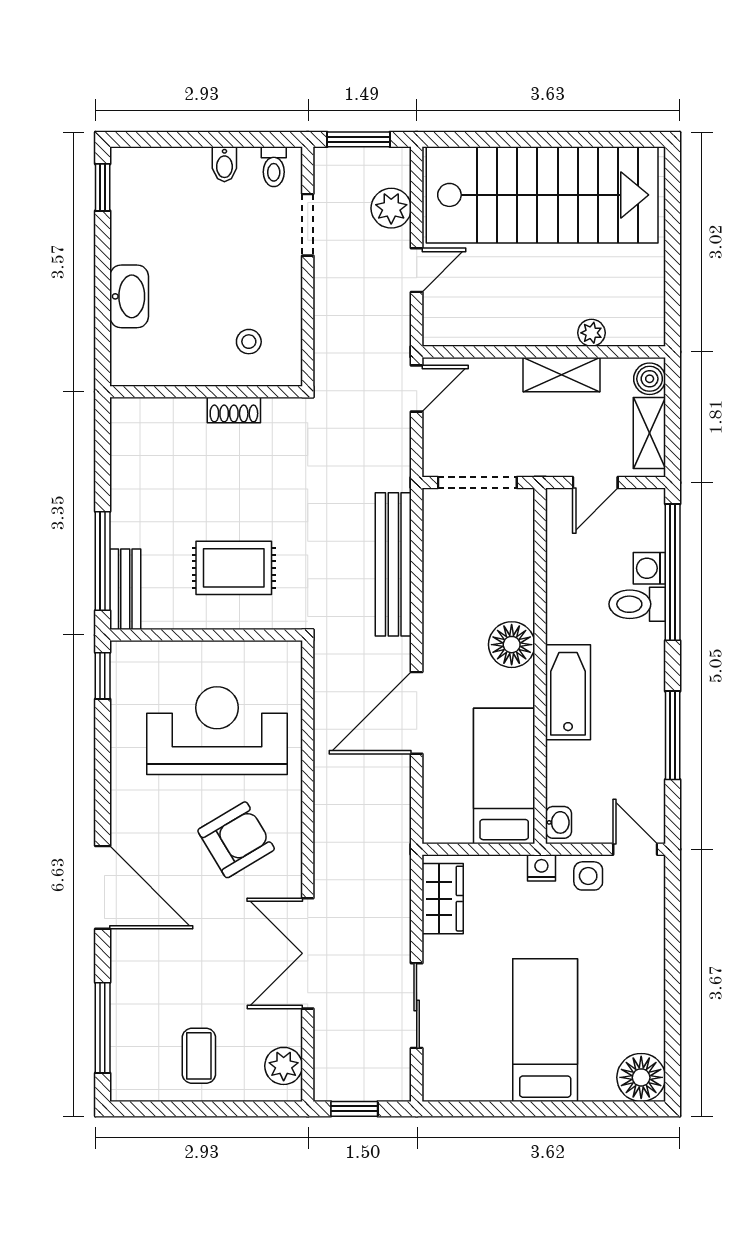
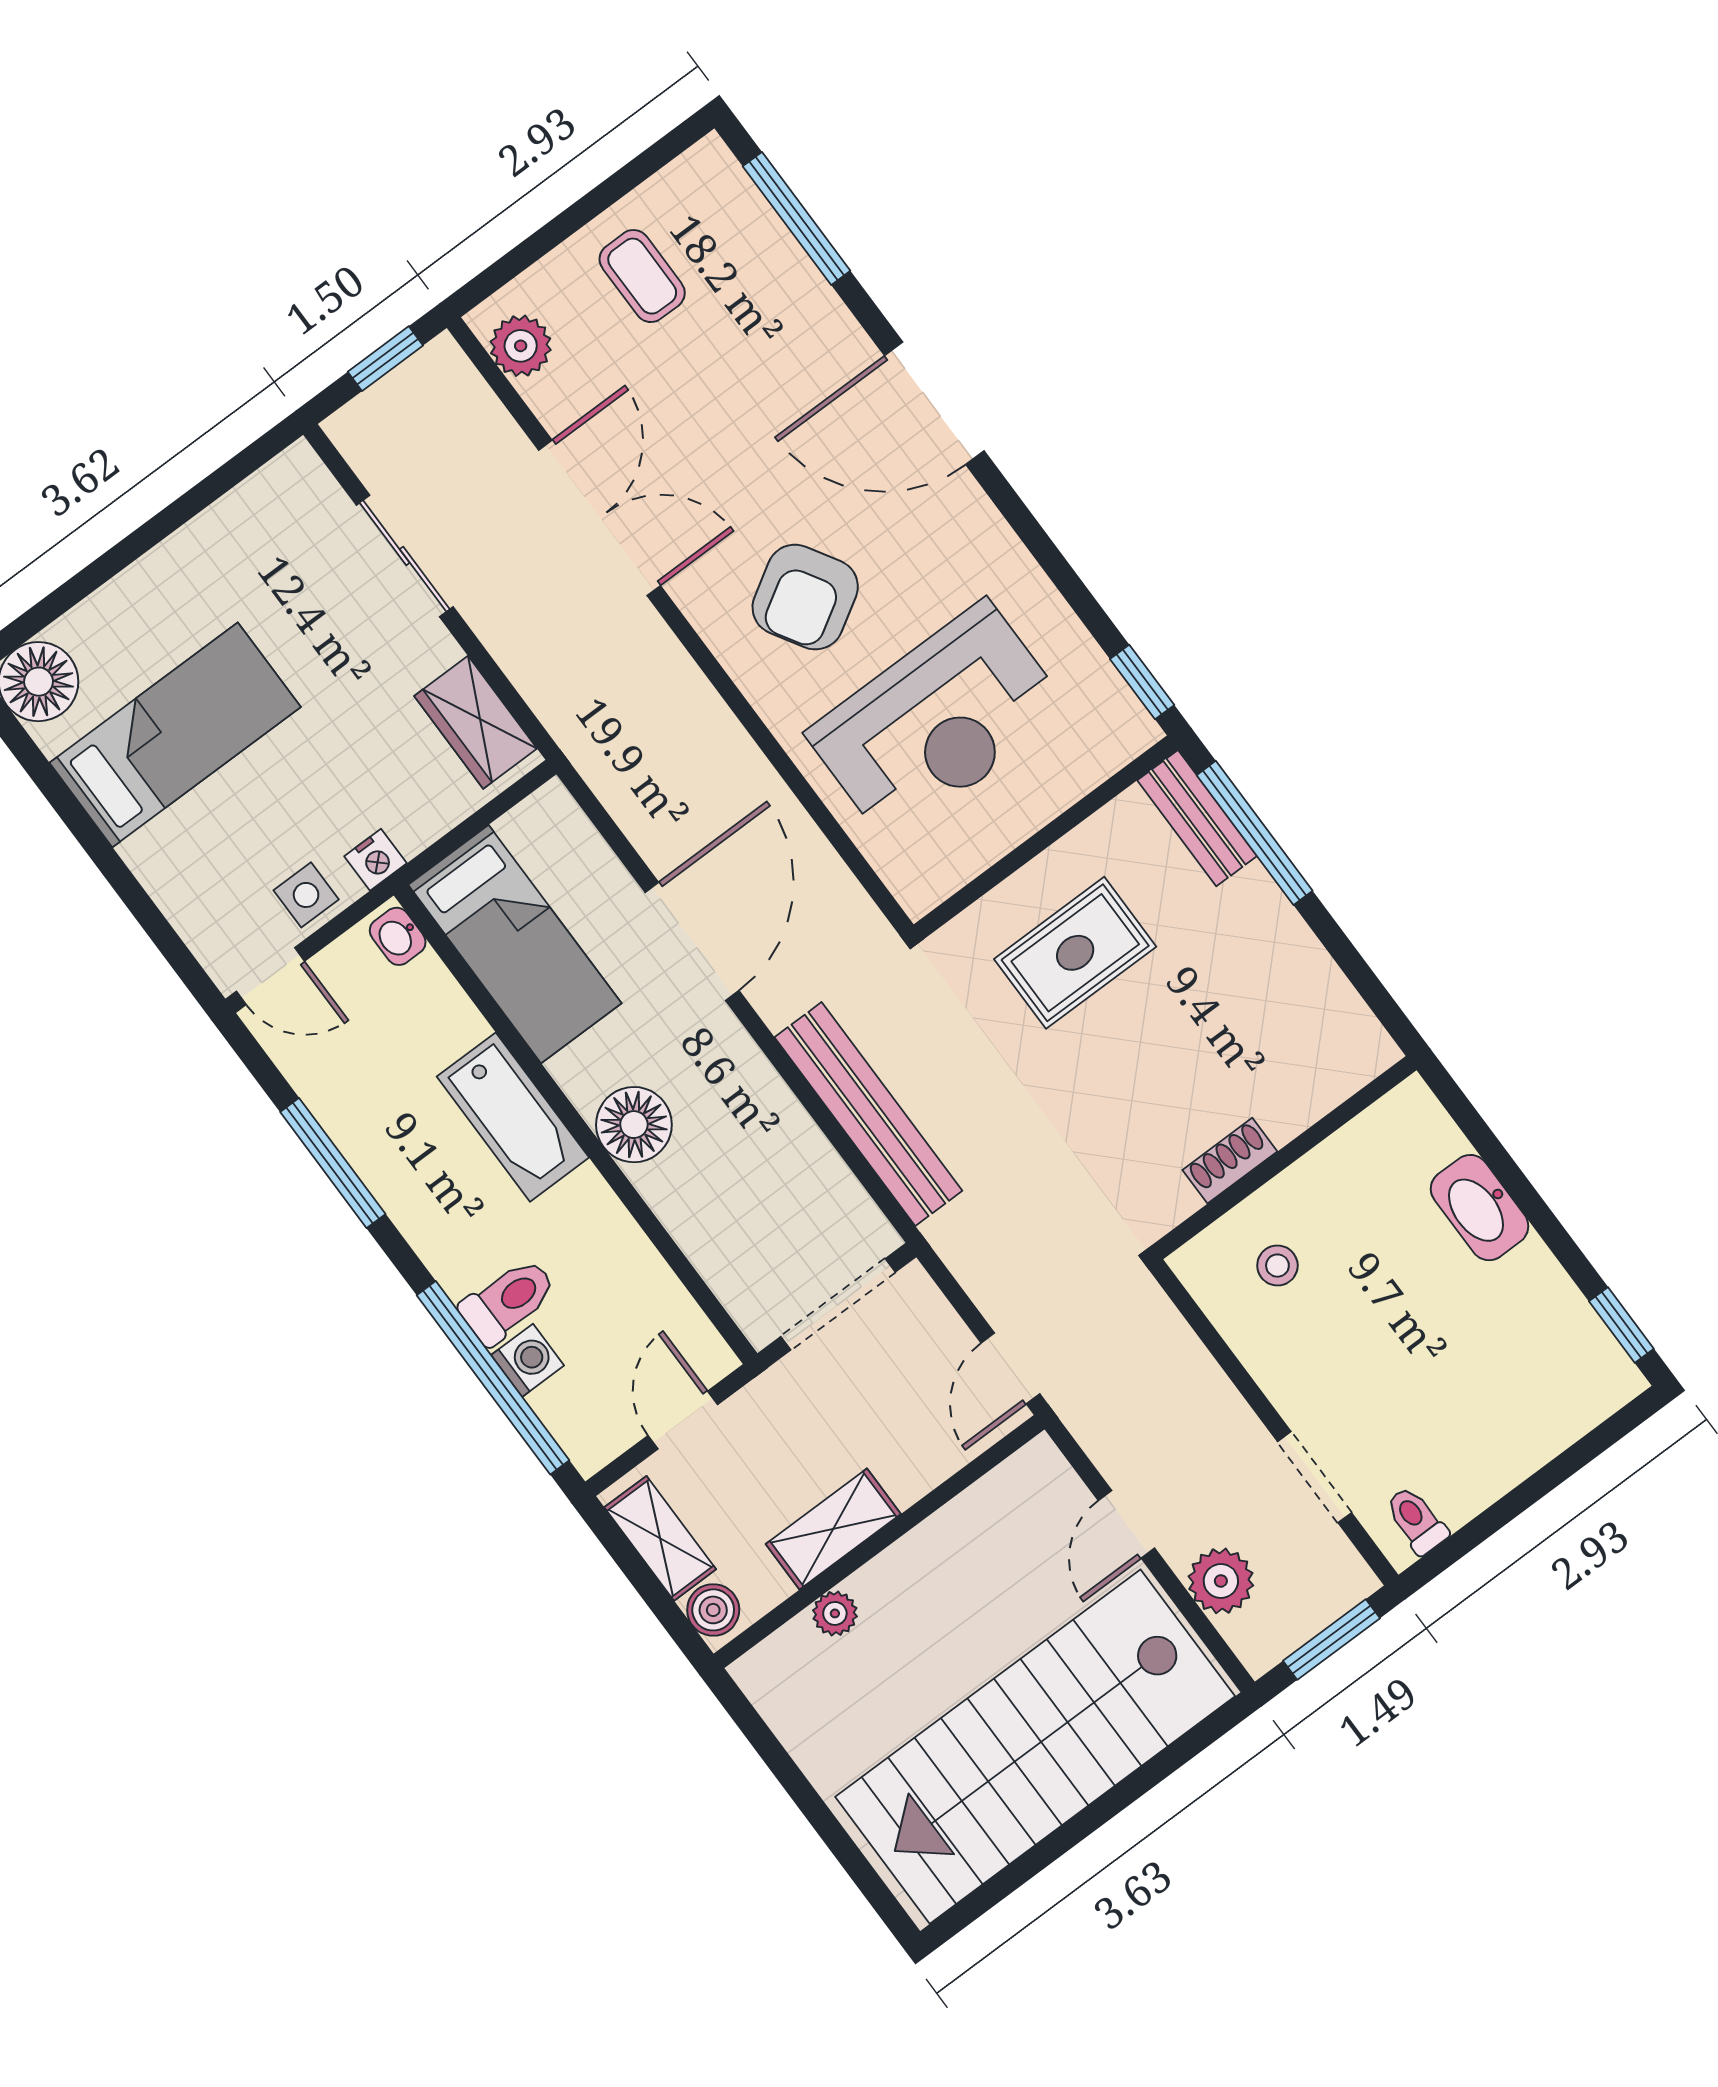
bidet: (224, 164) -> (1484, 1475), removed
bed: (545, 1030) -> (175, 735), moved, turned -90

